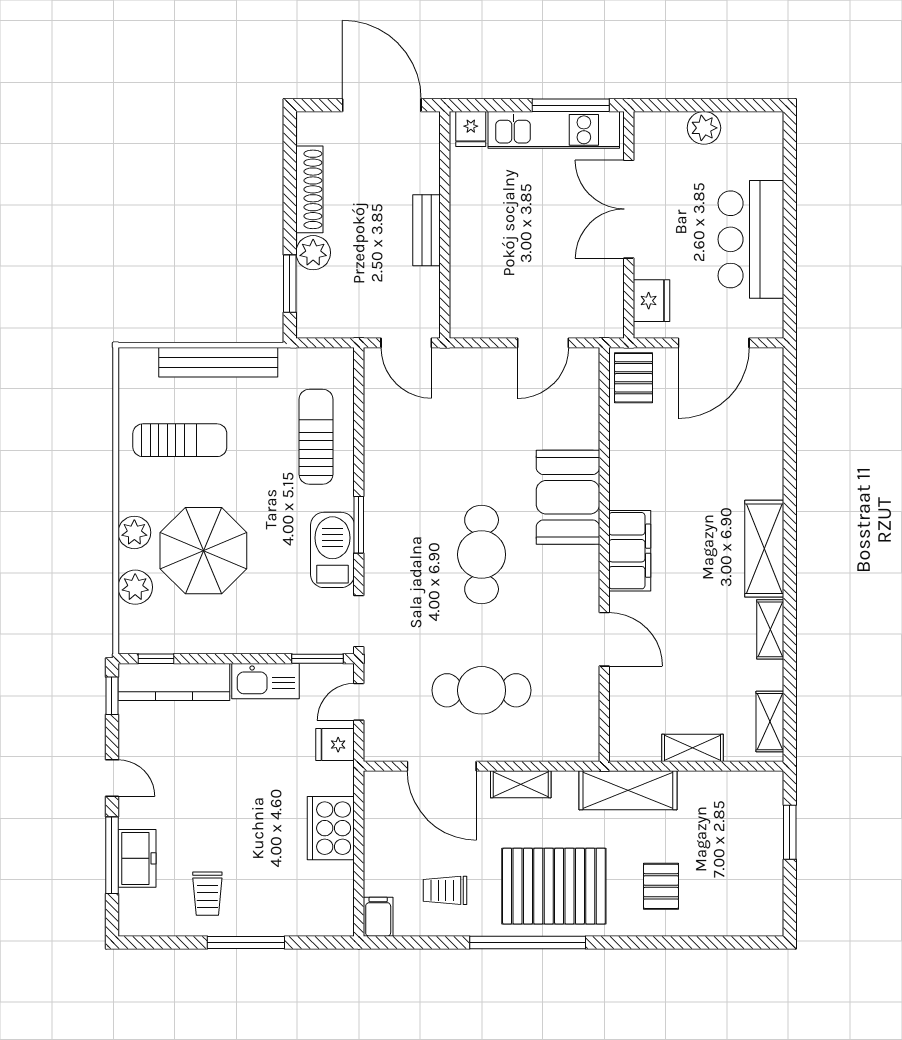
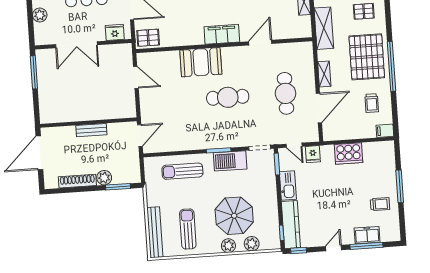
fridge: (471, 129) -> (47, 114), removed
kitchen unit: (554, 130) -> (45, 79), removed
bench: (218, 362) -> (155, 232), moved

